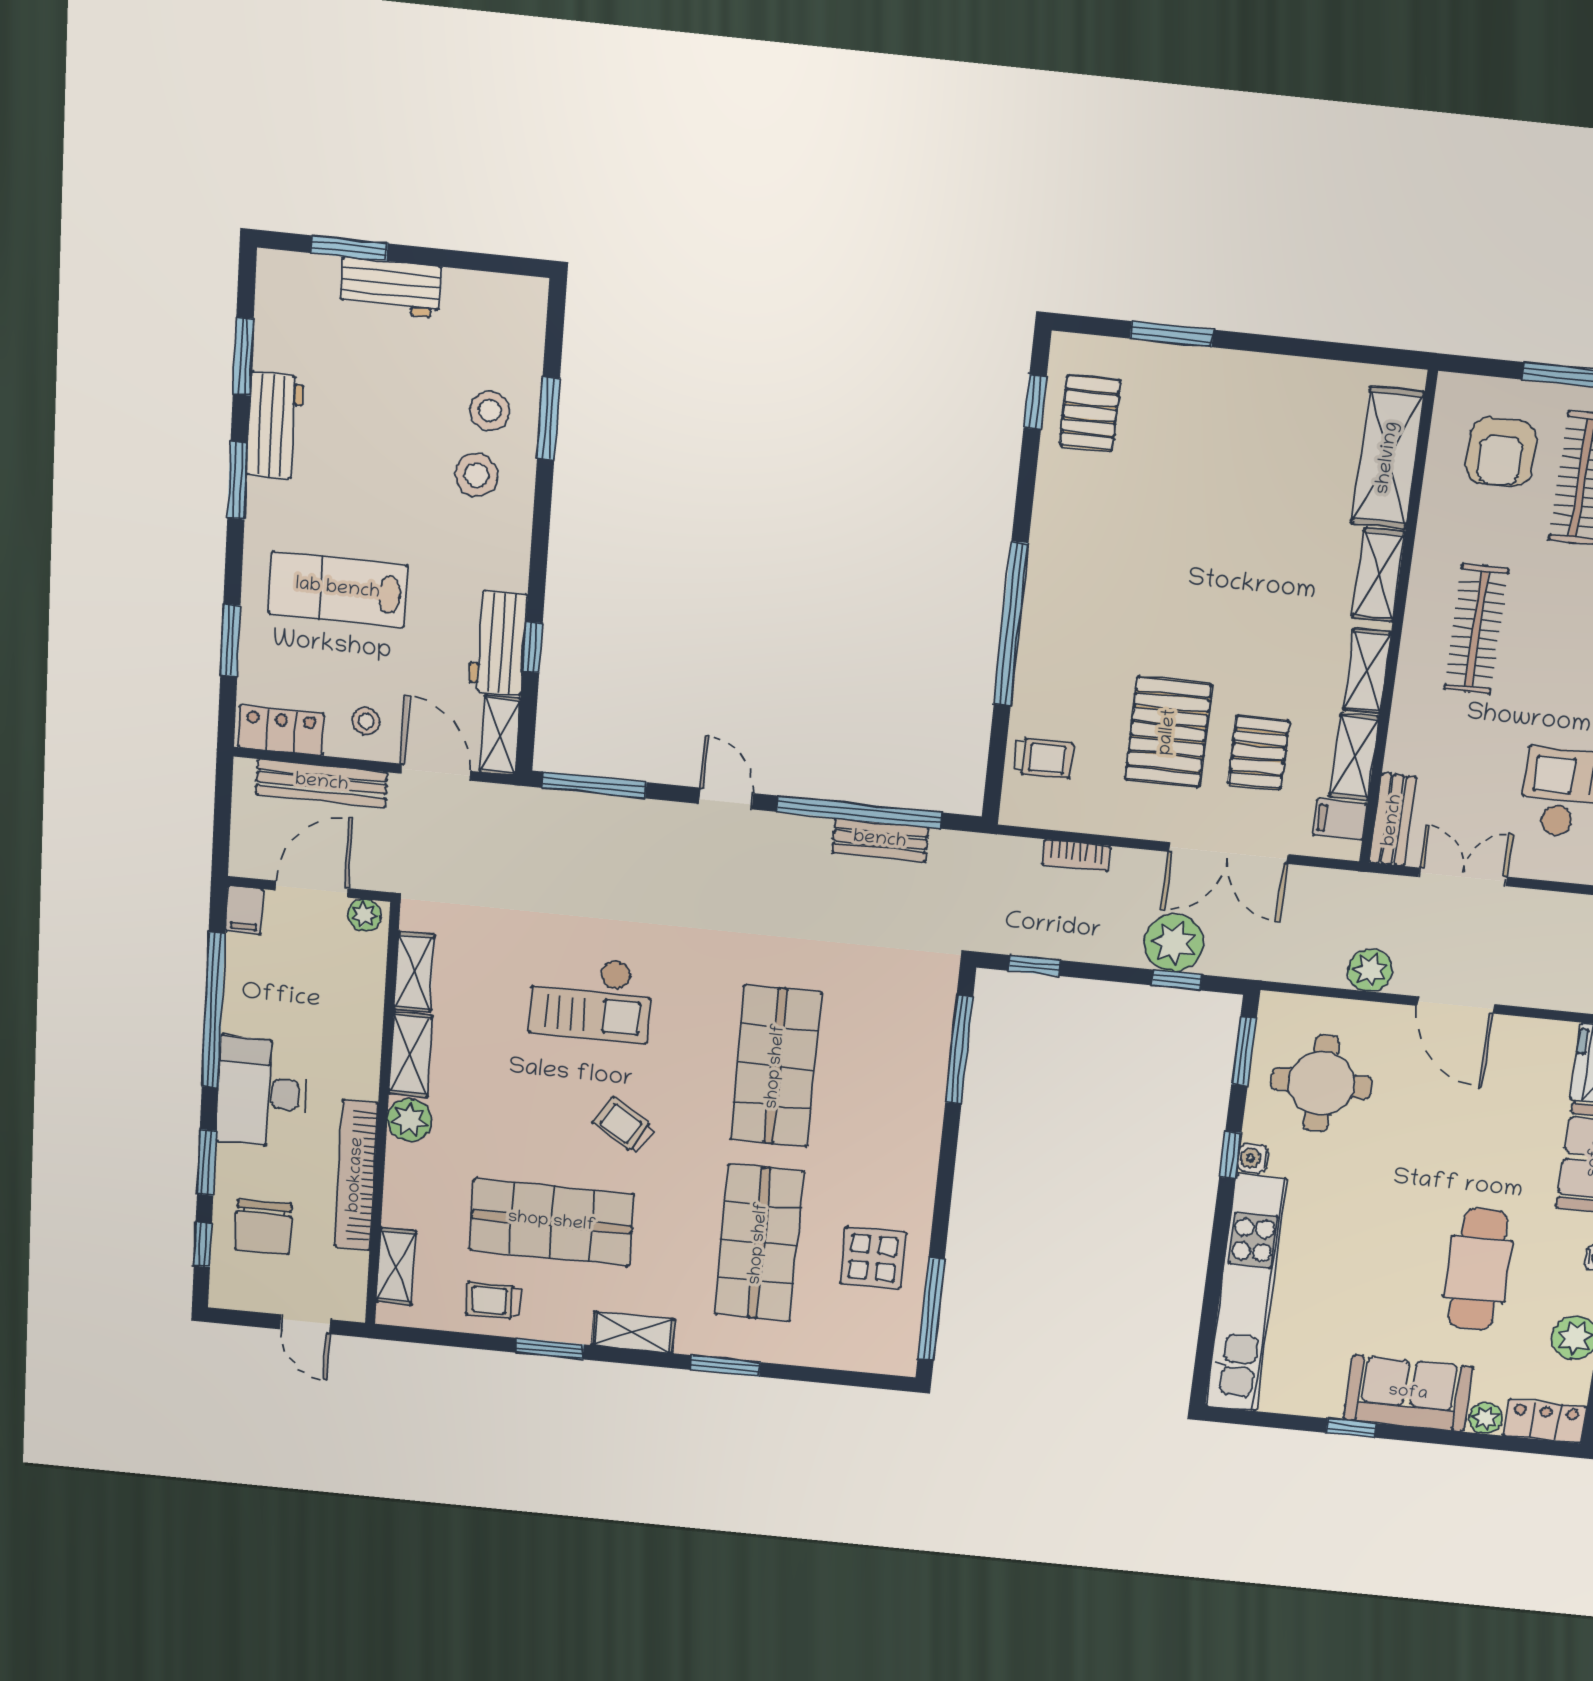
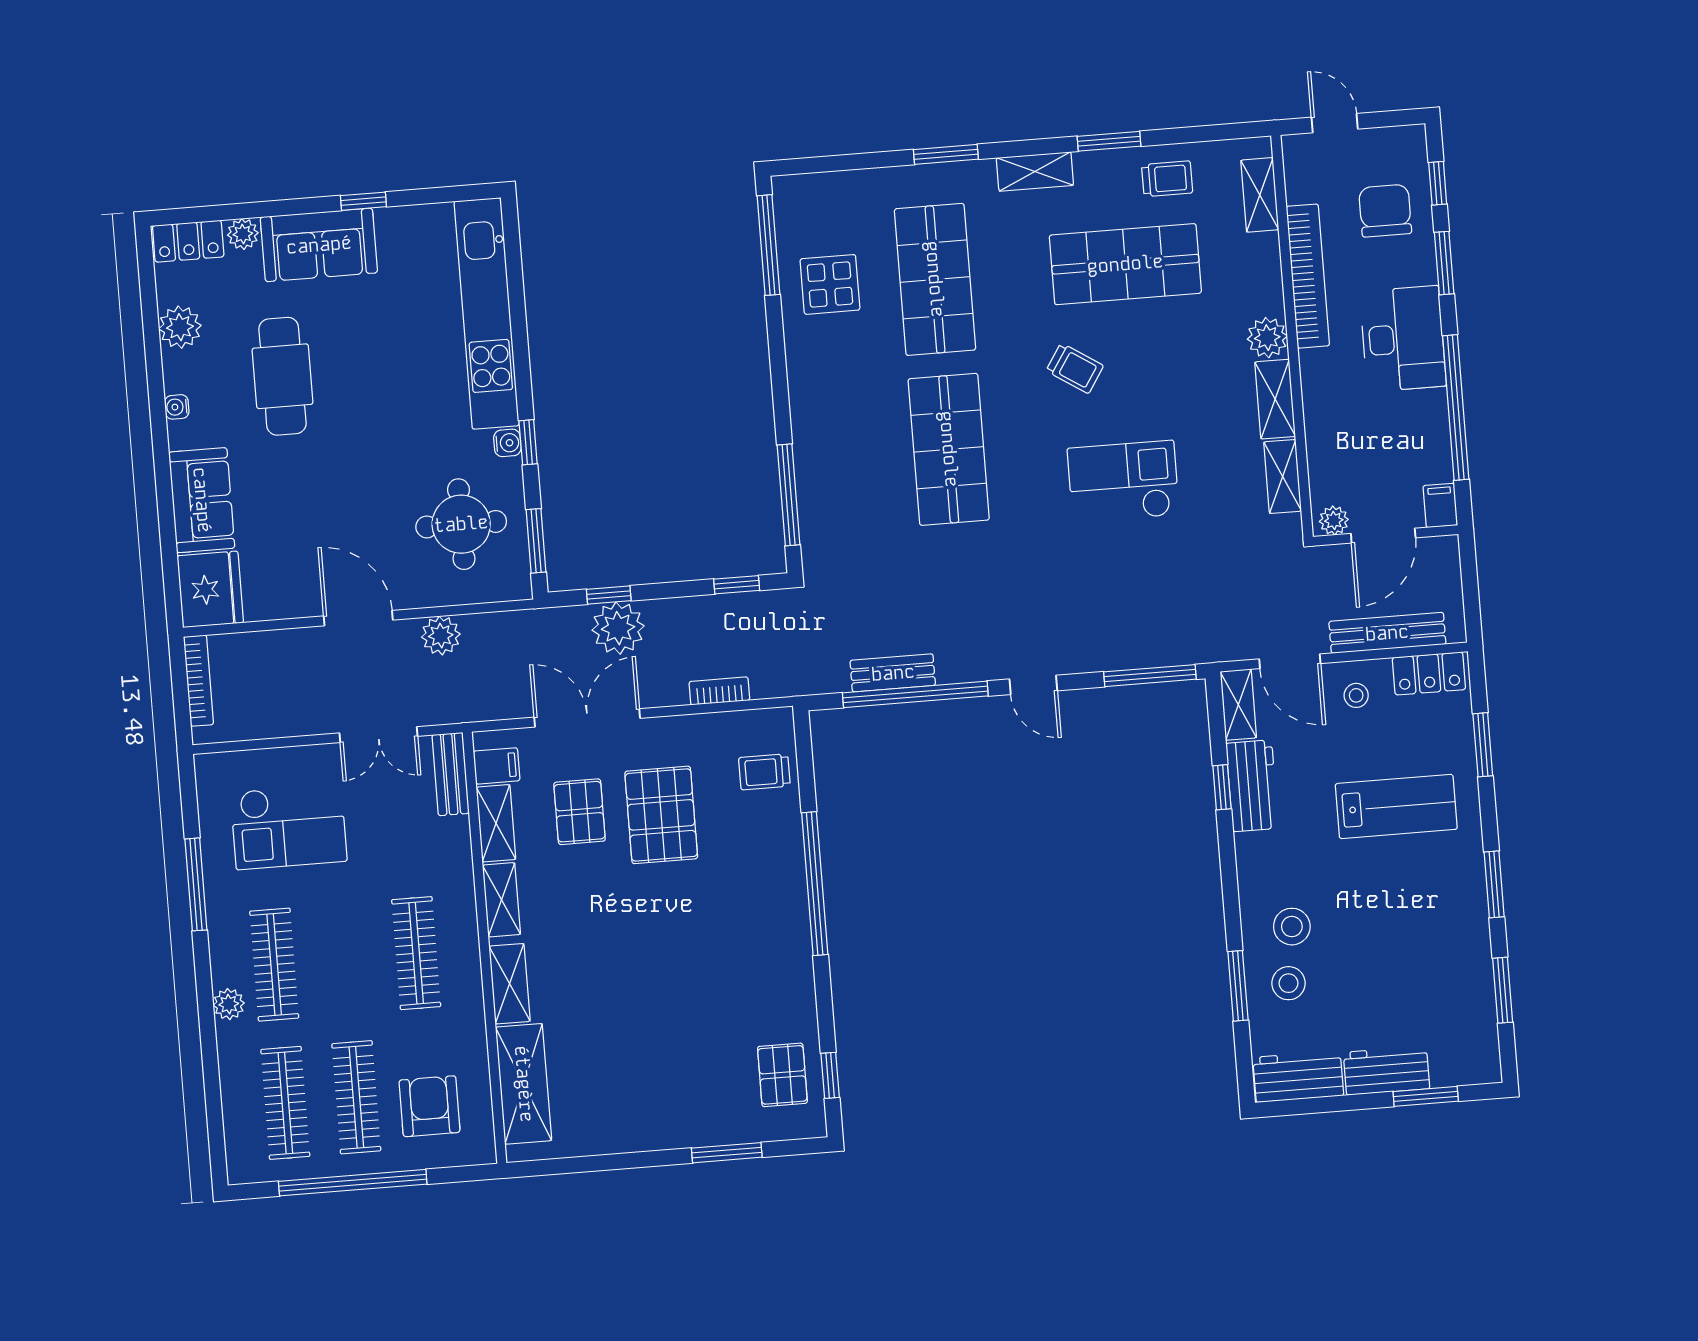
workbench: (275, 426) -> (1298, 1077), moved, turned 90

